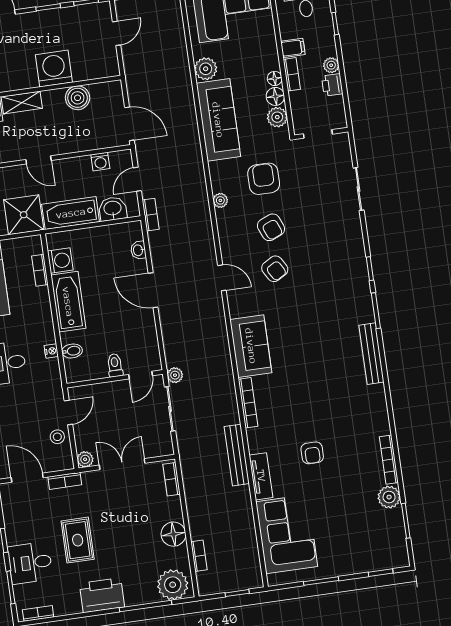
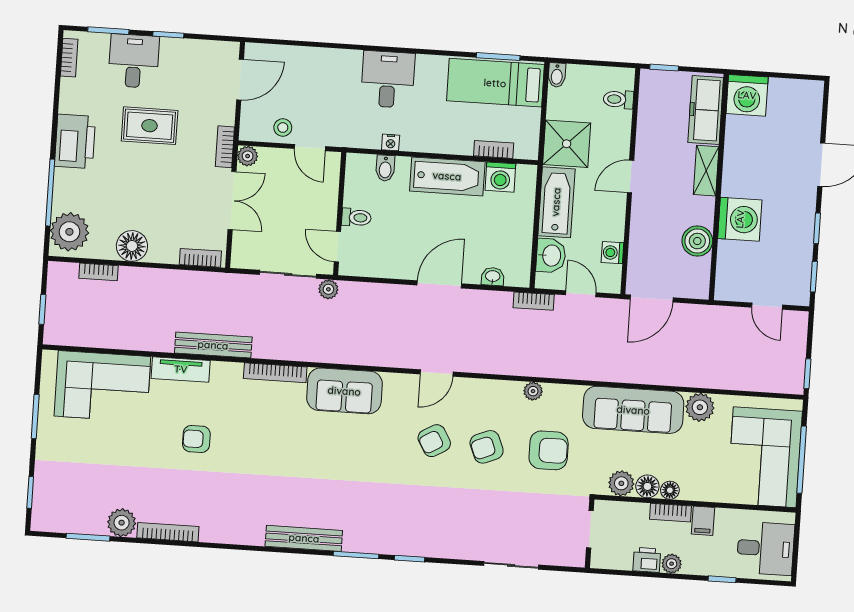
bookcase: (65, 481) -> (225, 147), moved

